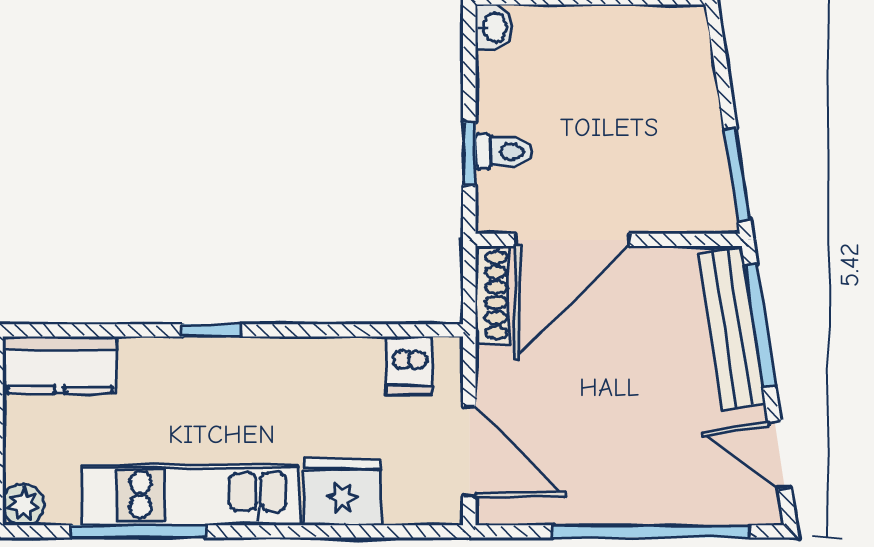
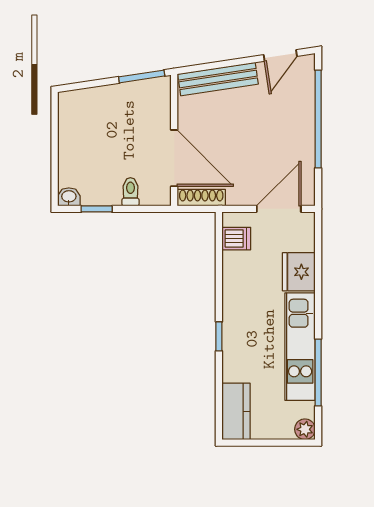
window: (469, 154) -> (97, 209), moved
window: (760, 325) -> (216, 65), removed

